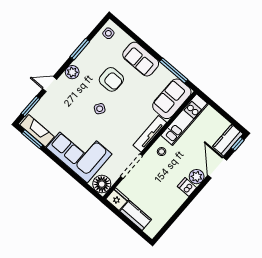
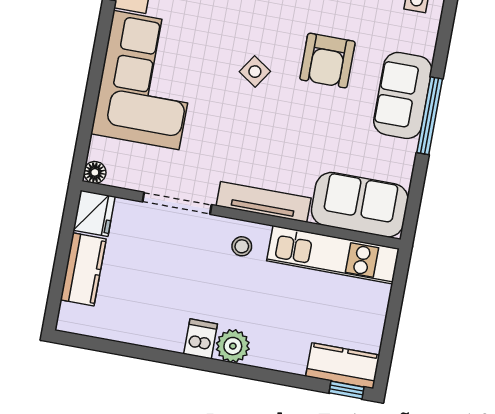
window: (174, 71) -> (430, 116), moved
door: (217, 168) -> (275, 377), removed
floor lamp: (102, 184) -> (95, 172), width x0.53, depth x0.53

